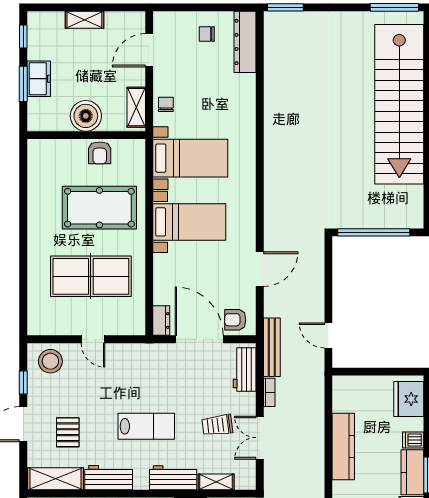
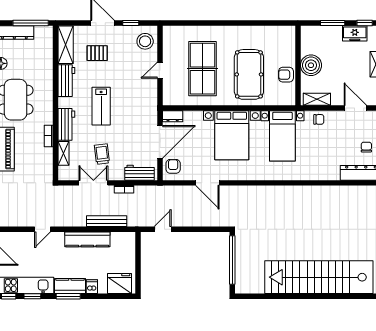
freezer: (39, 79) -> (355, 33), moved
bed with nightstands: (189, 222) -> (232, 135), width x1.36
bench: (272, 347) -> (107, 221), moved

